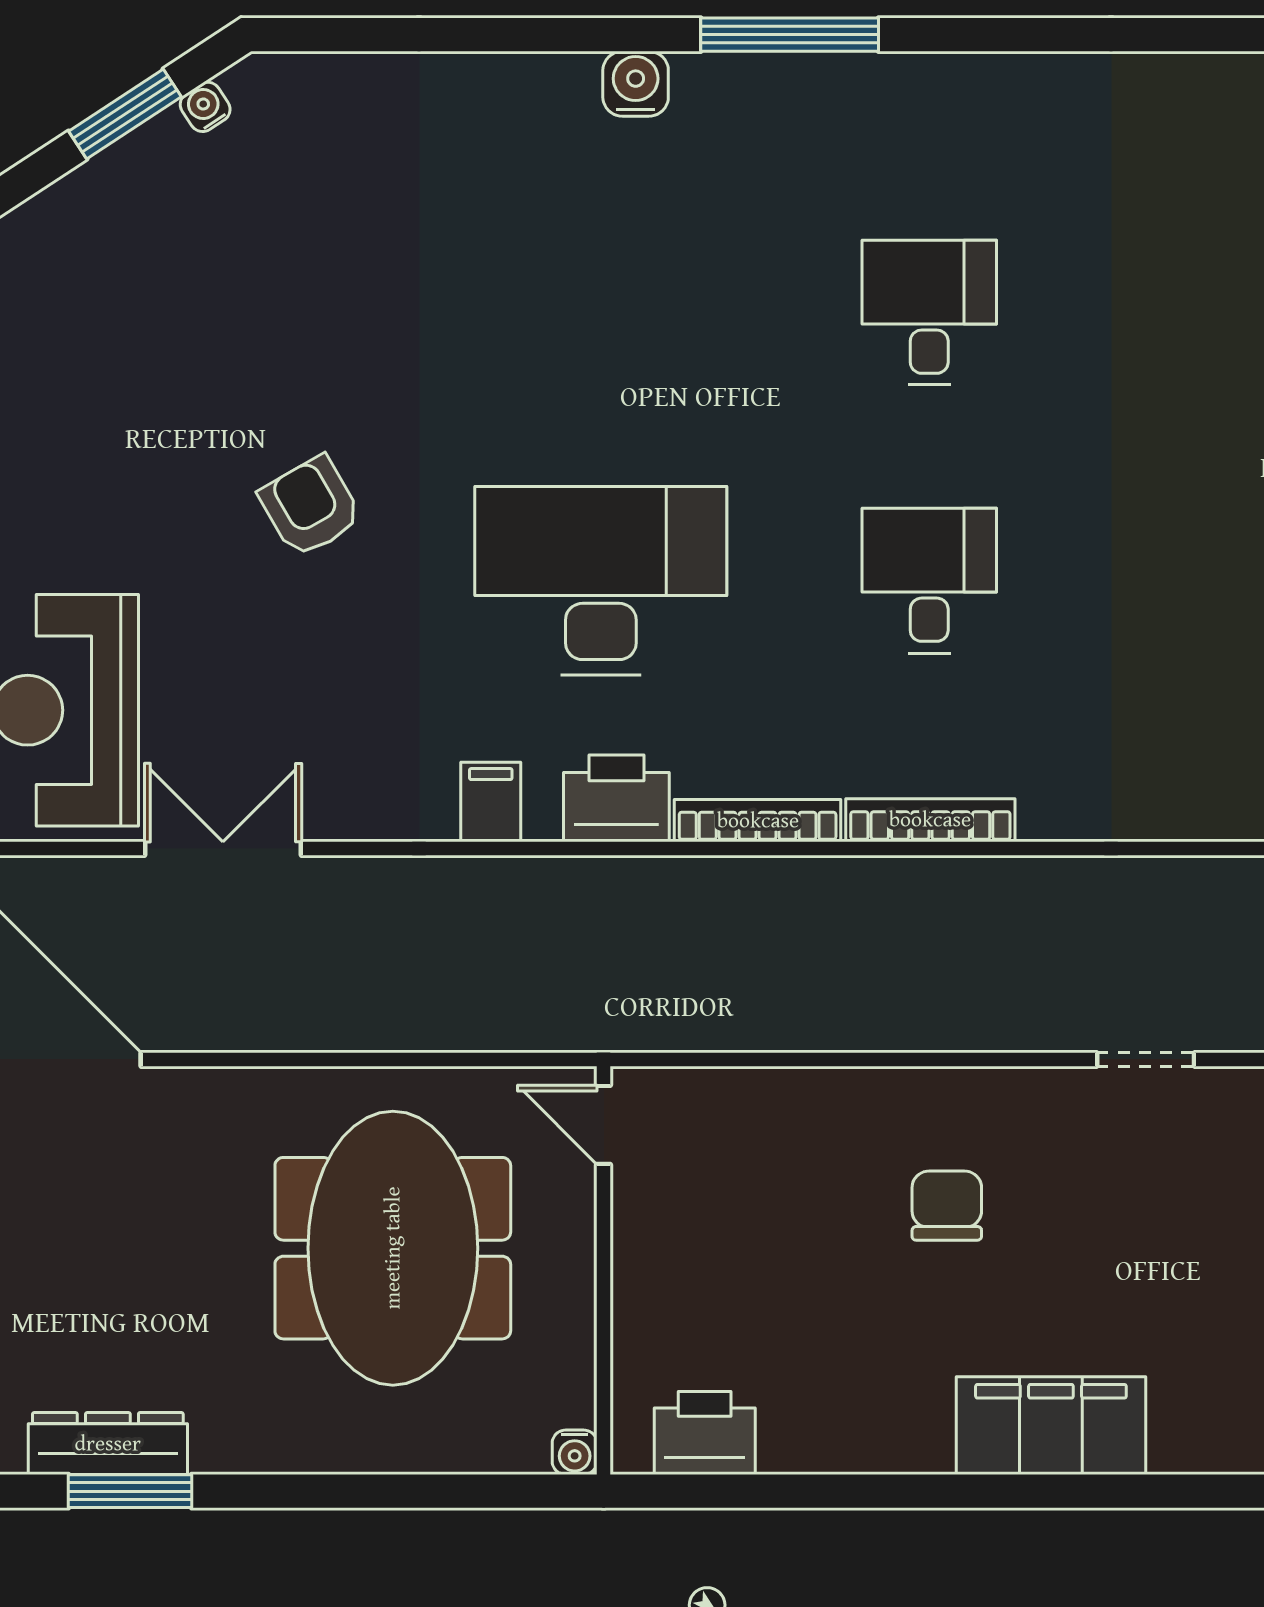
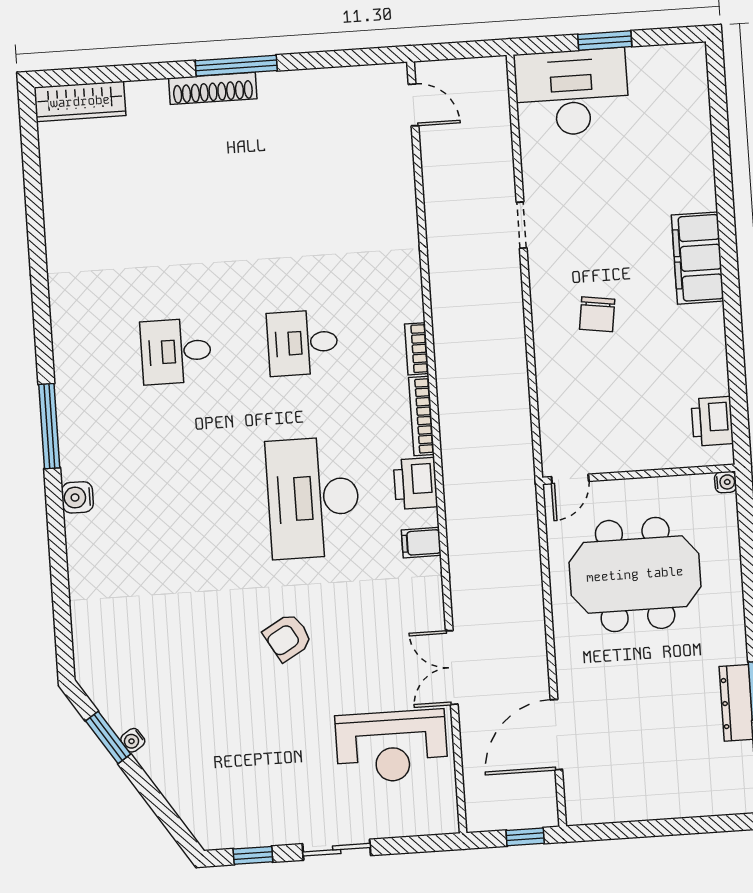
water cooler: (205, 107) -> (133, 740), moved
bookcase: (930, 820) -> (417, 349), width x0.64
chair: (947, 1206) -> (597, 314), turned -82

